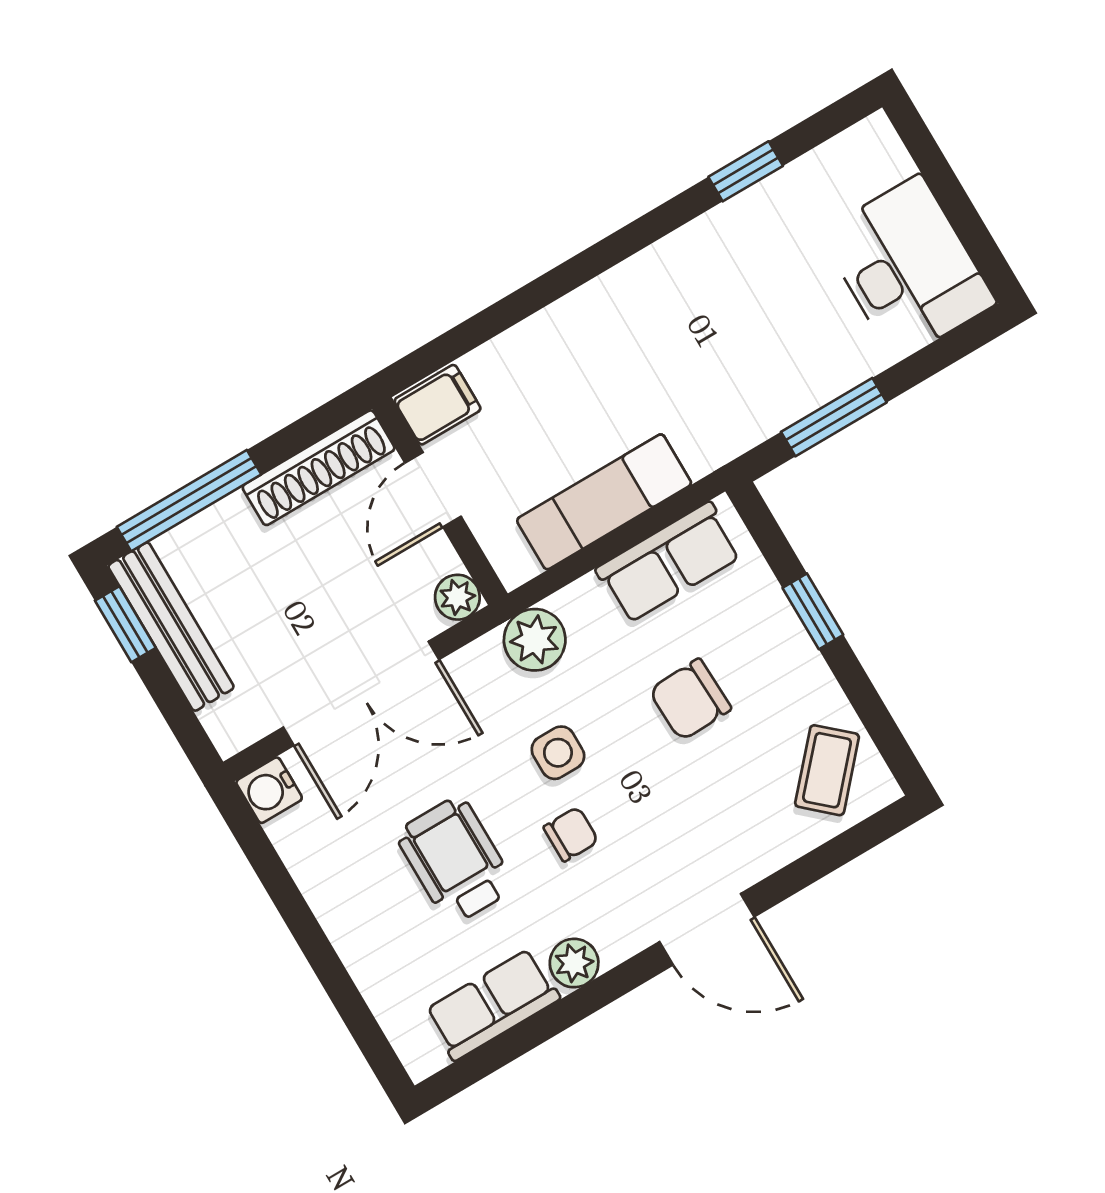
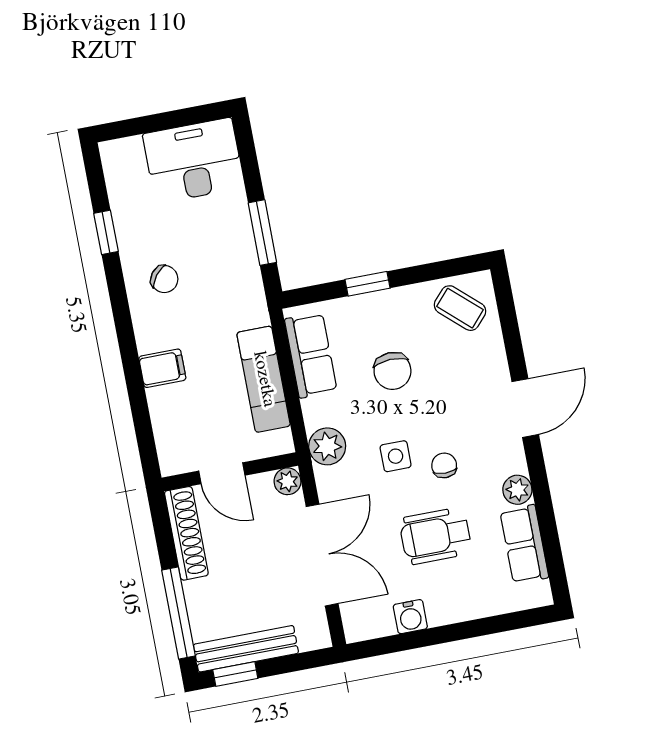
chair: (705, 289) -> (164, 279), added
filing cabinet: (438, 405) -> (162, 368), moved, turned 90
water cooler: (269, 790) -> (410, 617), moved

